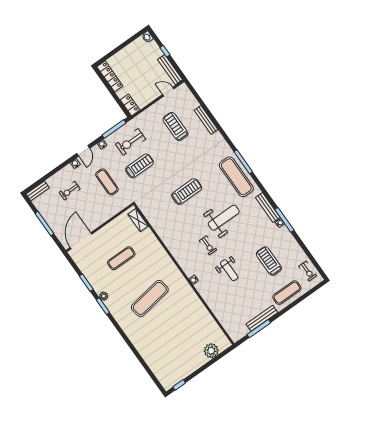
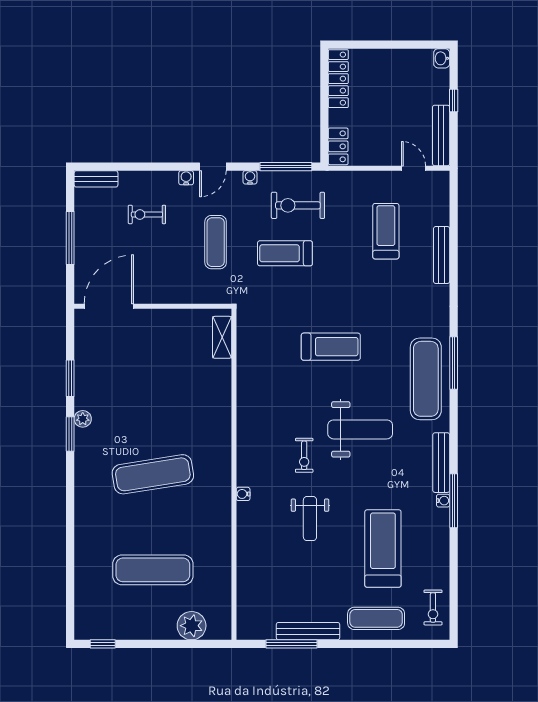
treadmill: (139, 166) -> (285, 253), turned 180
exercise mat: (121, 258) -> (153, 570), moved, width x1.36, depth x1.45
treadmill: (269, 261) -> (383, 548), width x1.37, depth x1.38

